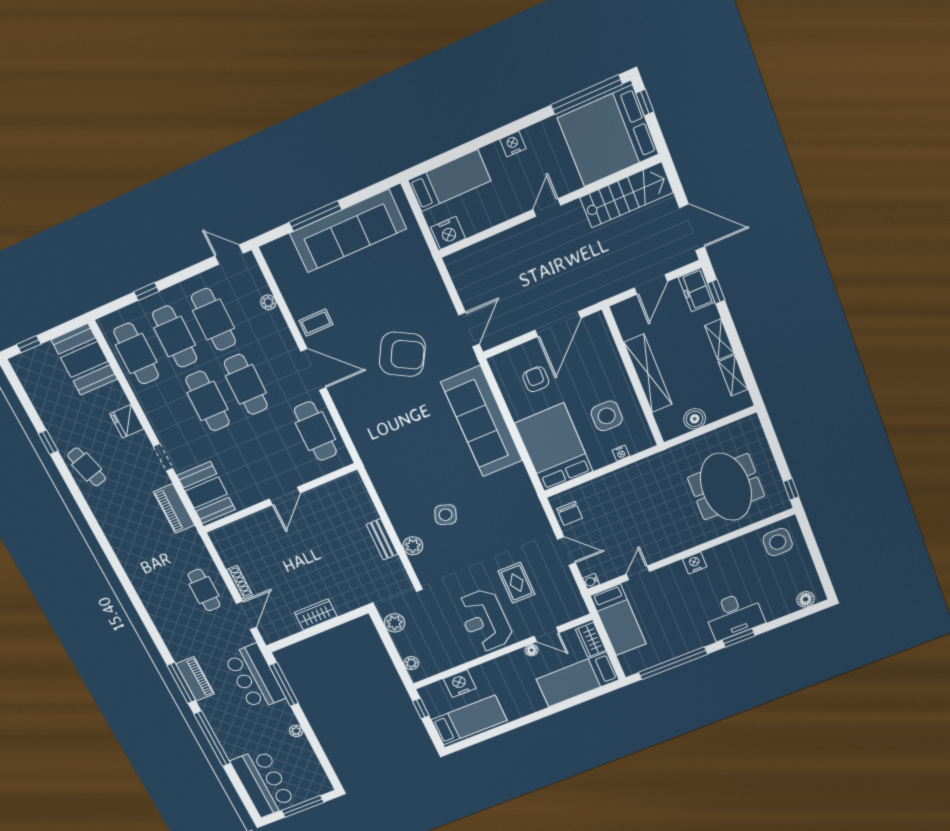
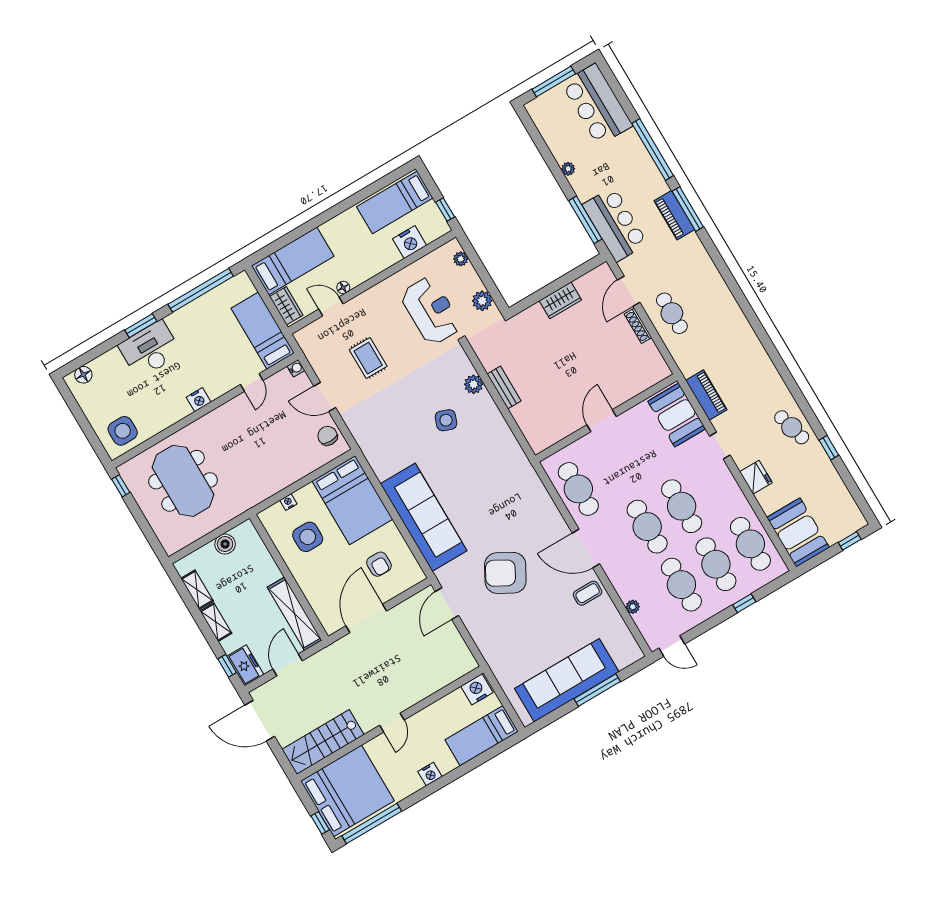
shelving: (648, 373) -> (295, 614), moved
reception desk: (485, 620) -> (431, 311), moved

